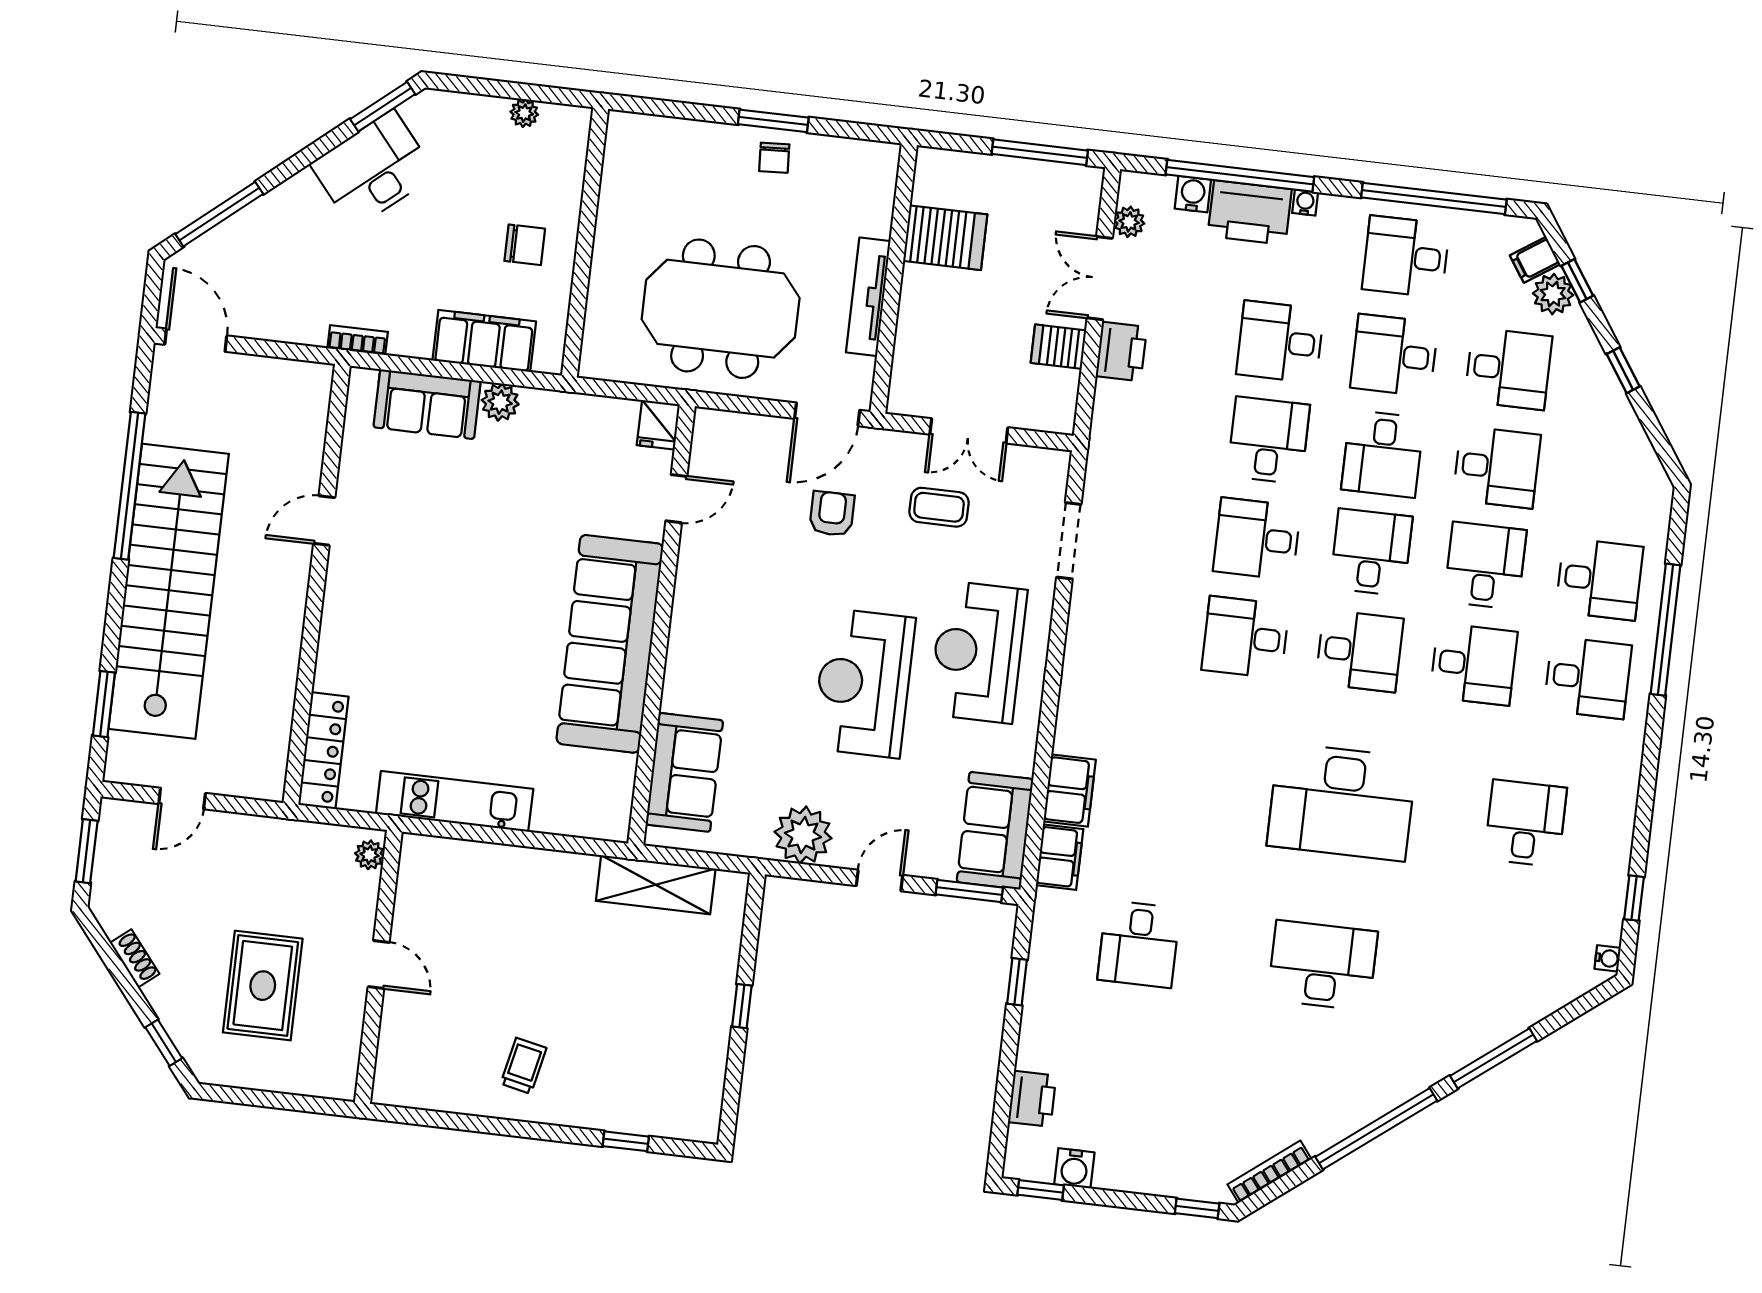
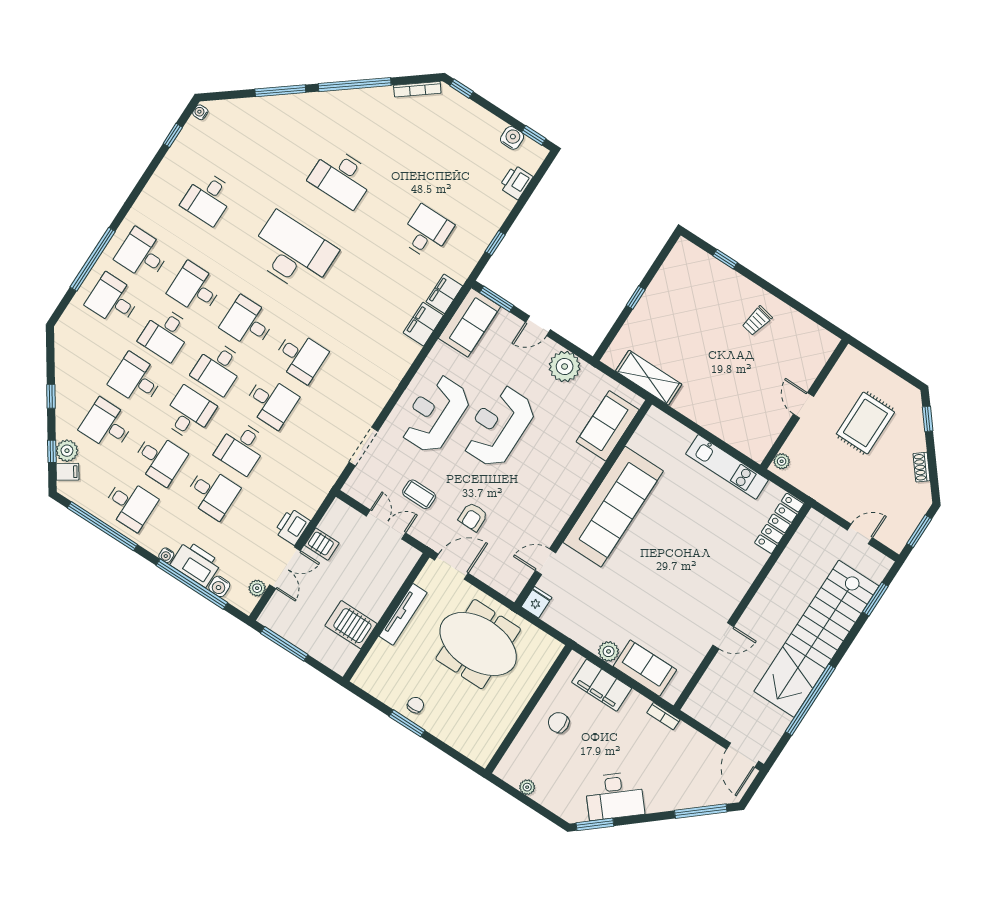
reception desk: (978, 652) -> (435, 414), turned 180
reception desk: (864, 683) -> (498, 426), turned 180

